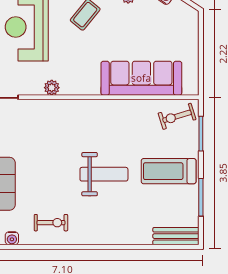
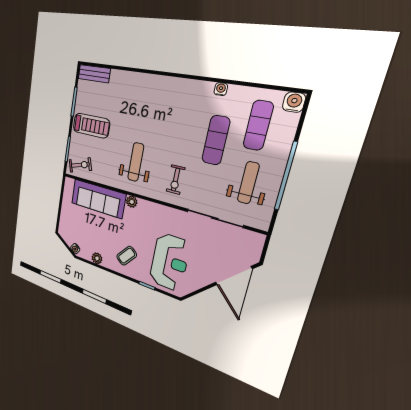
plant: (52, 88) -> (132, 202), moved
weight bench: (104, 174) -> (136, 162), moved, turned 90
exercise bike: (51, 223) -> (176, 180), moved, turned -90

